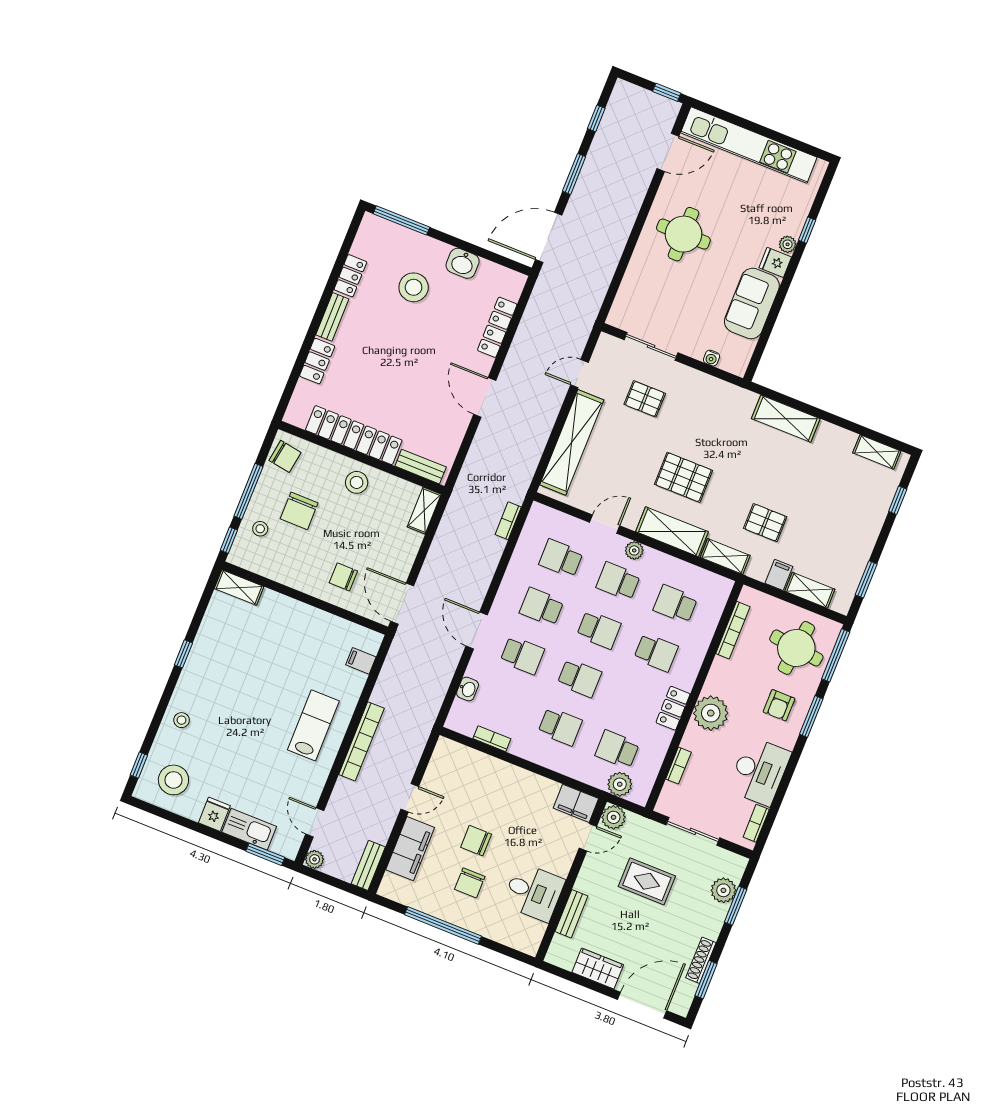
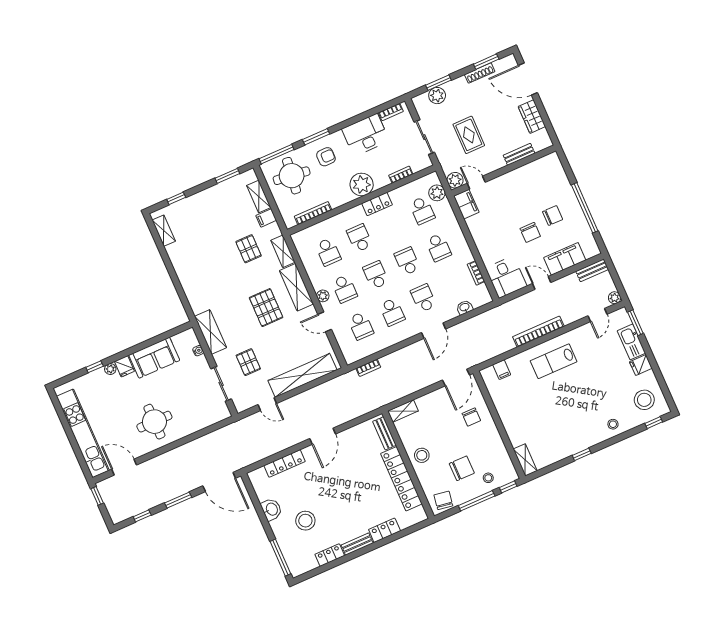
shelving: (786, 419) -> (211, 332), moved
school desk: (560, 727) -> (438, 247), turned 180
desk: (534, 892) -> (506, 277), moved, turned 180

